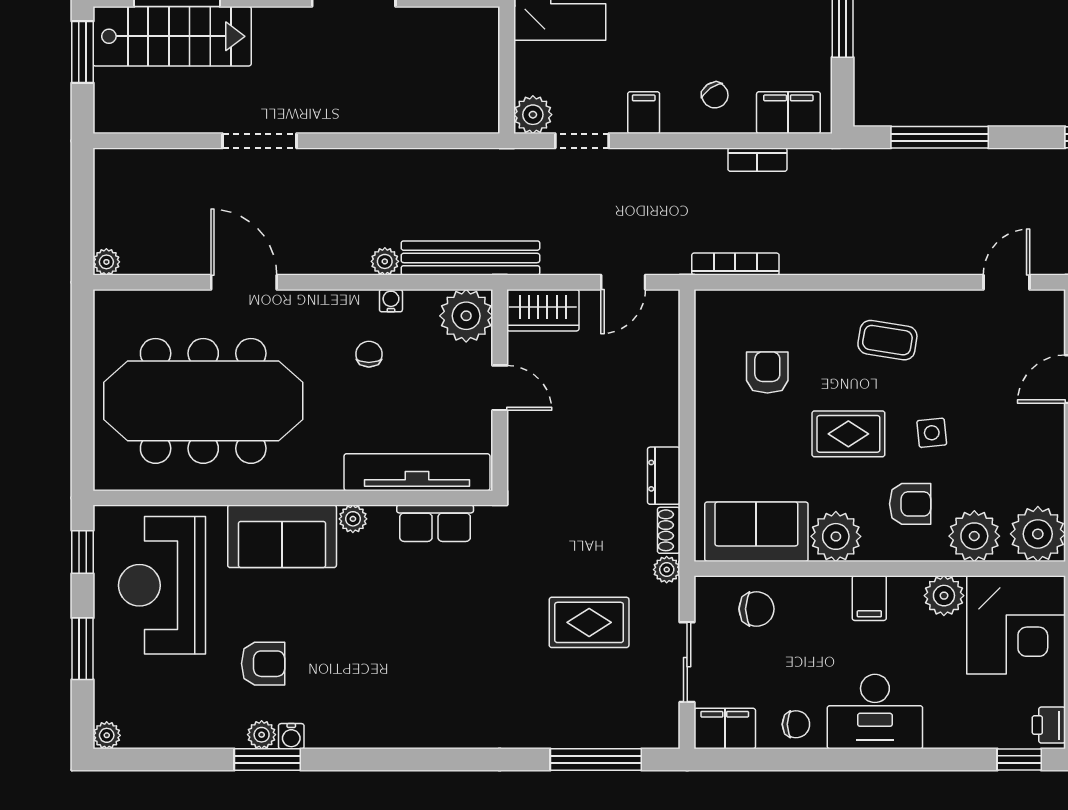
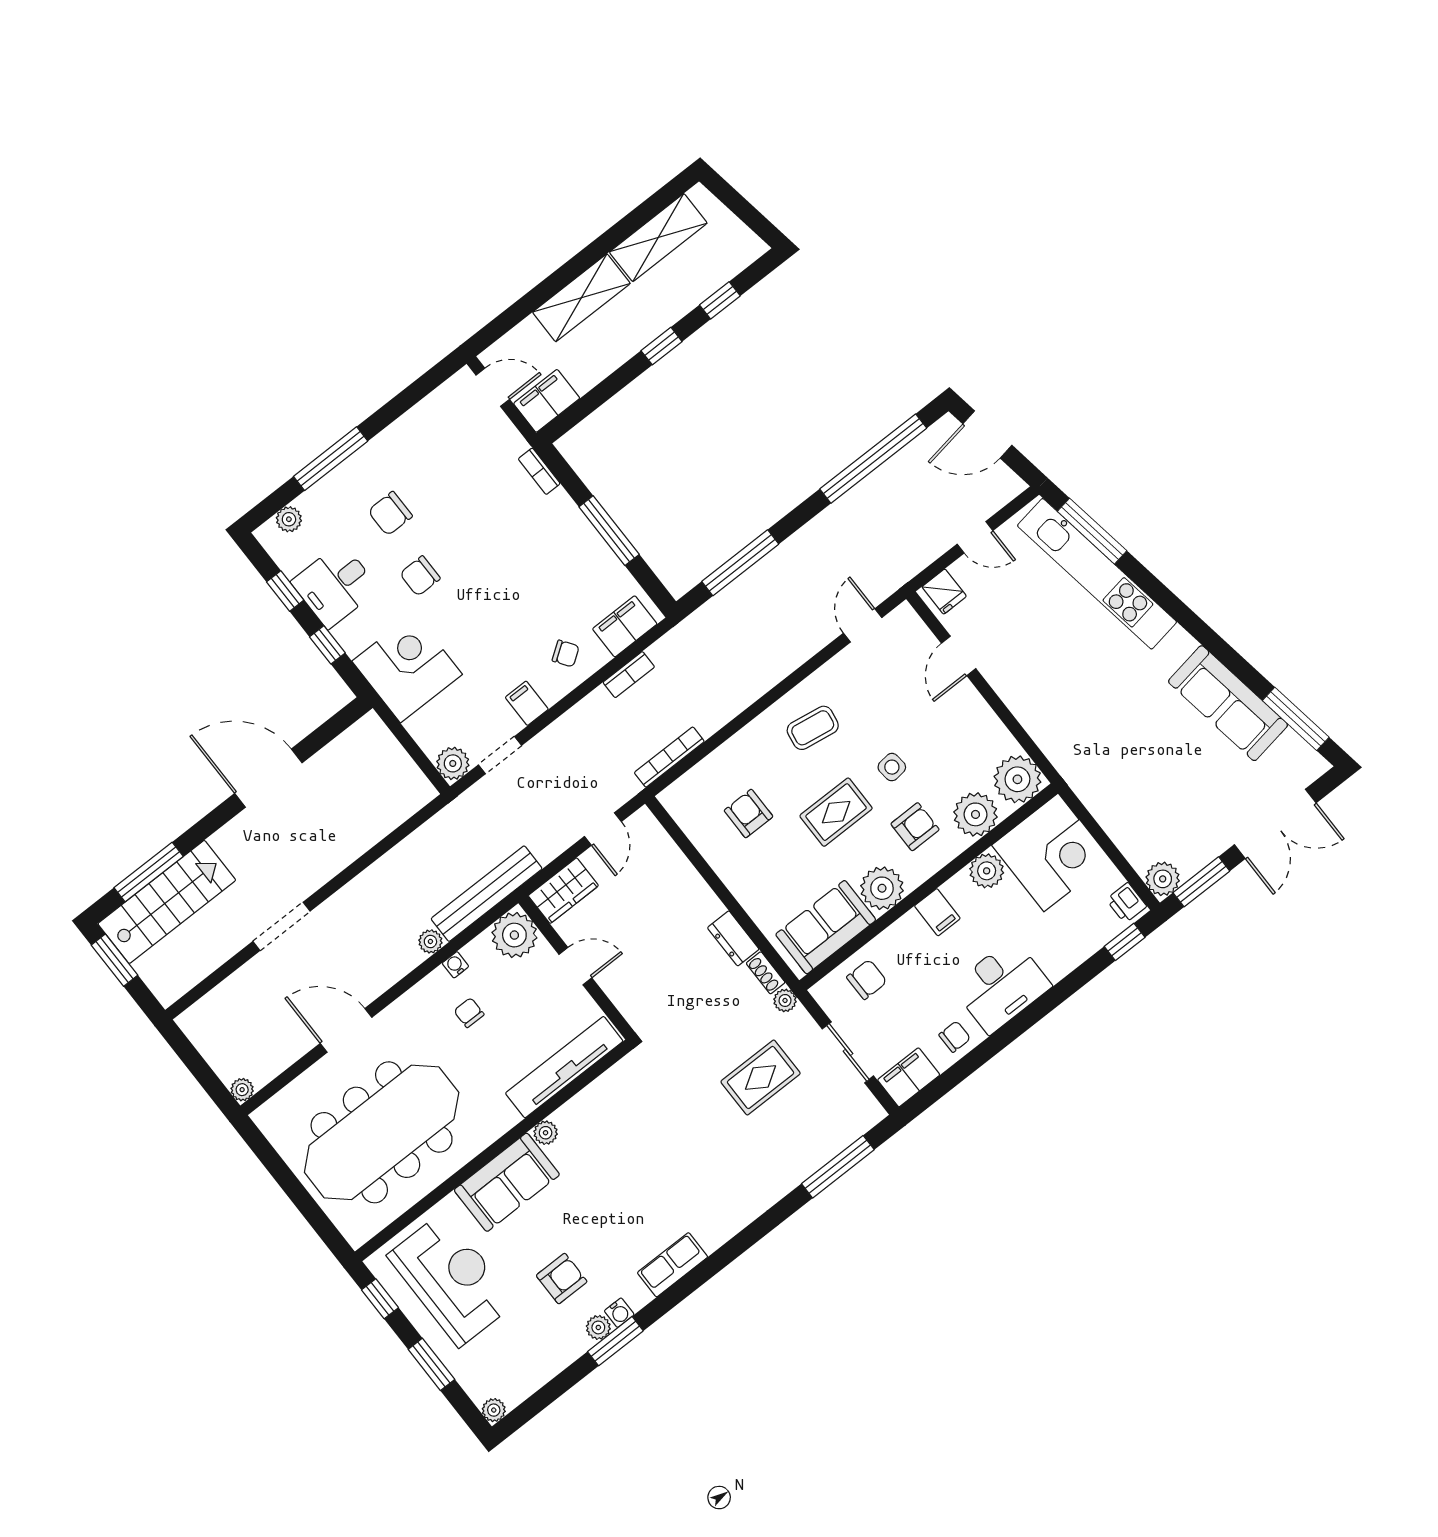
row of seats: (435, 523) -> (673, 1265), moved, turned 180
reception desk: (162, 585) -> (451, 1279), turned 180

